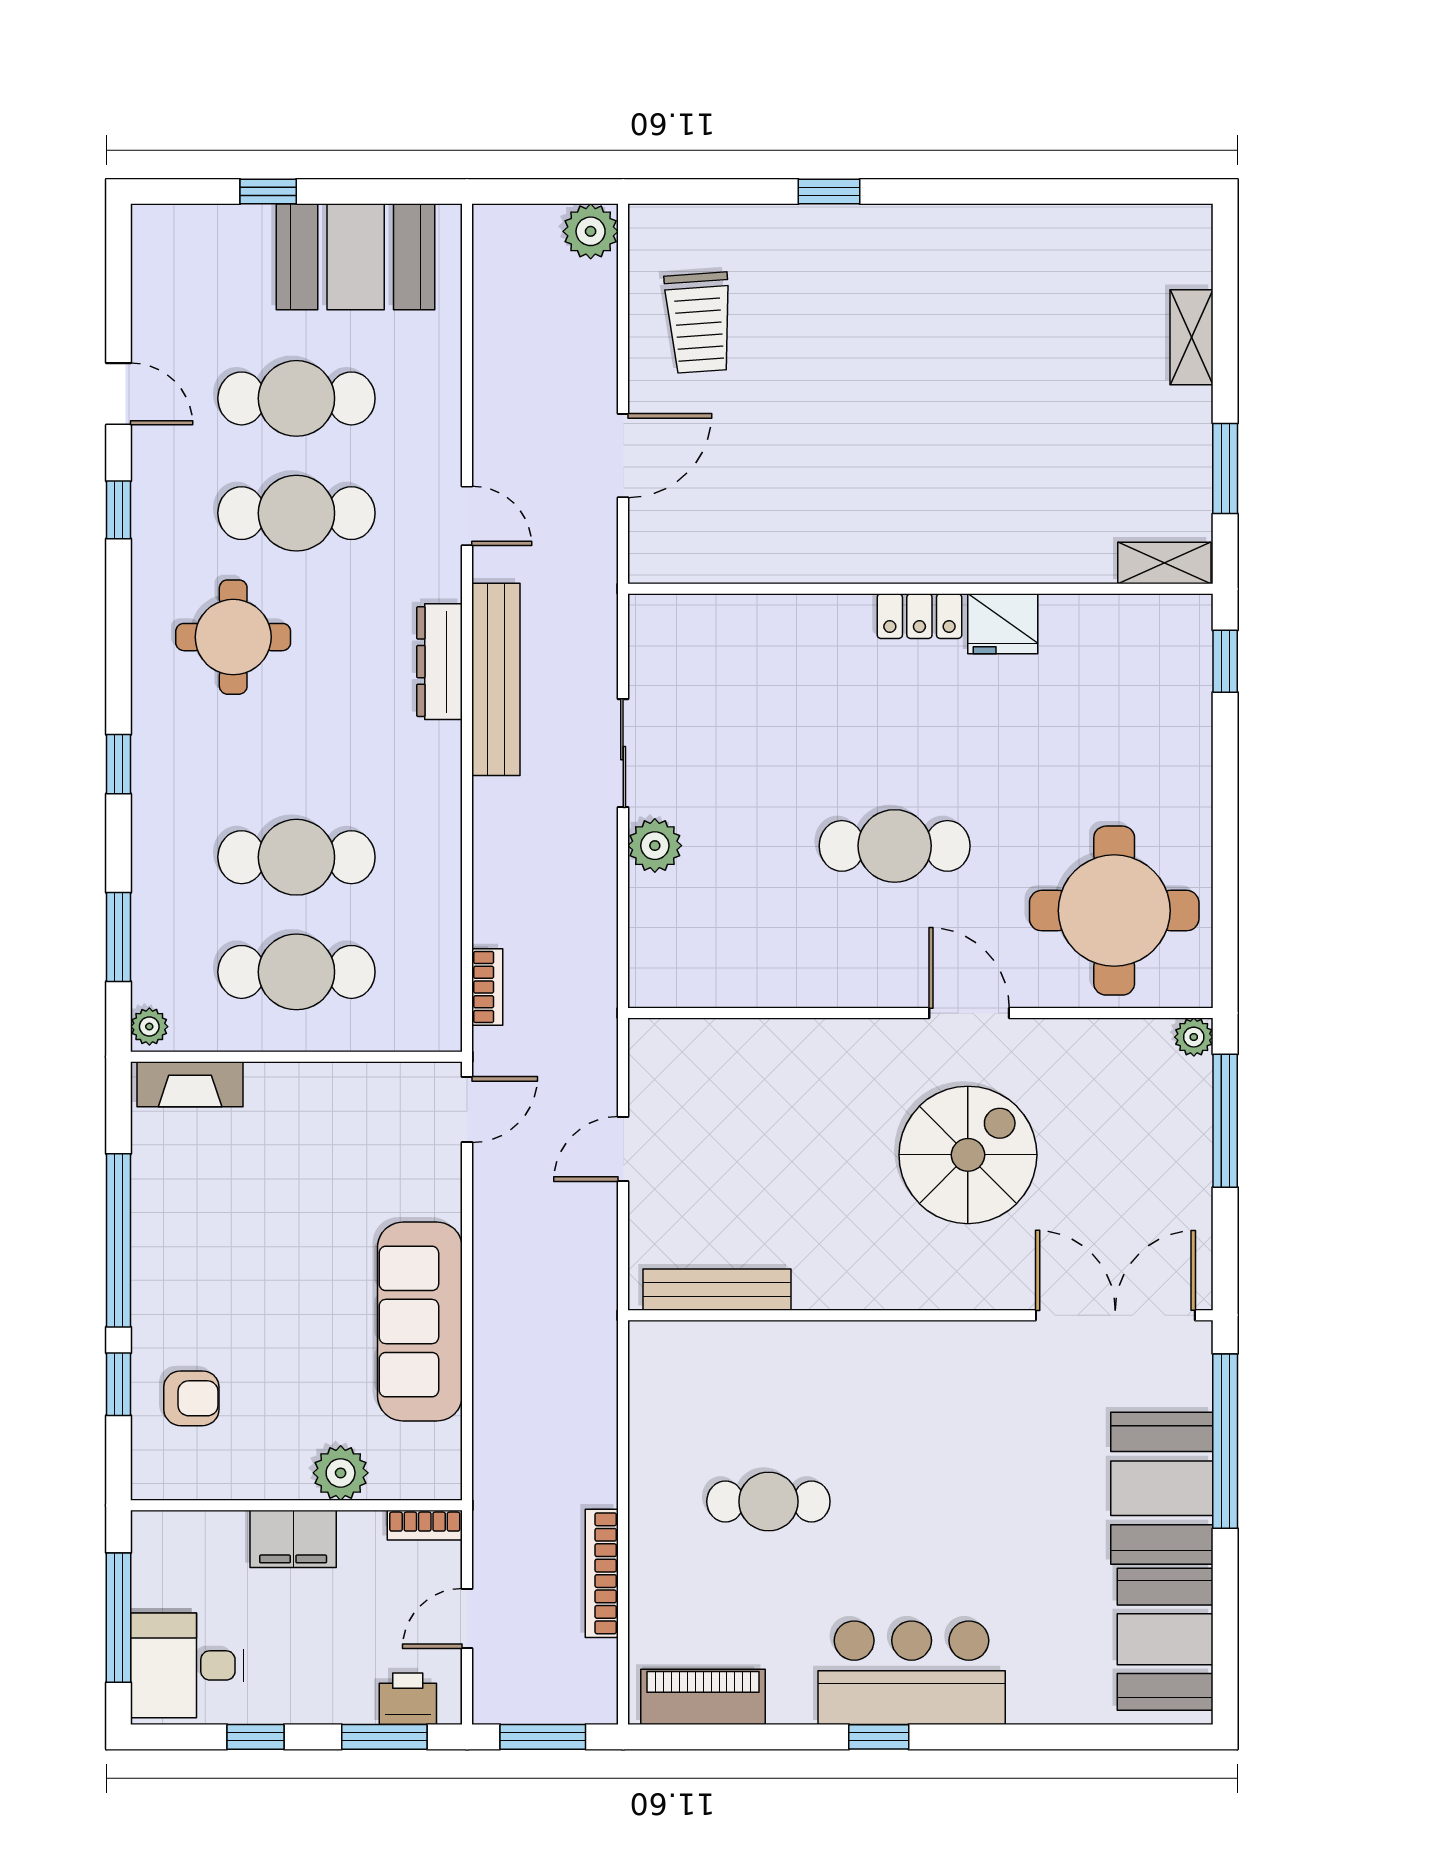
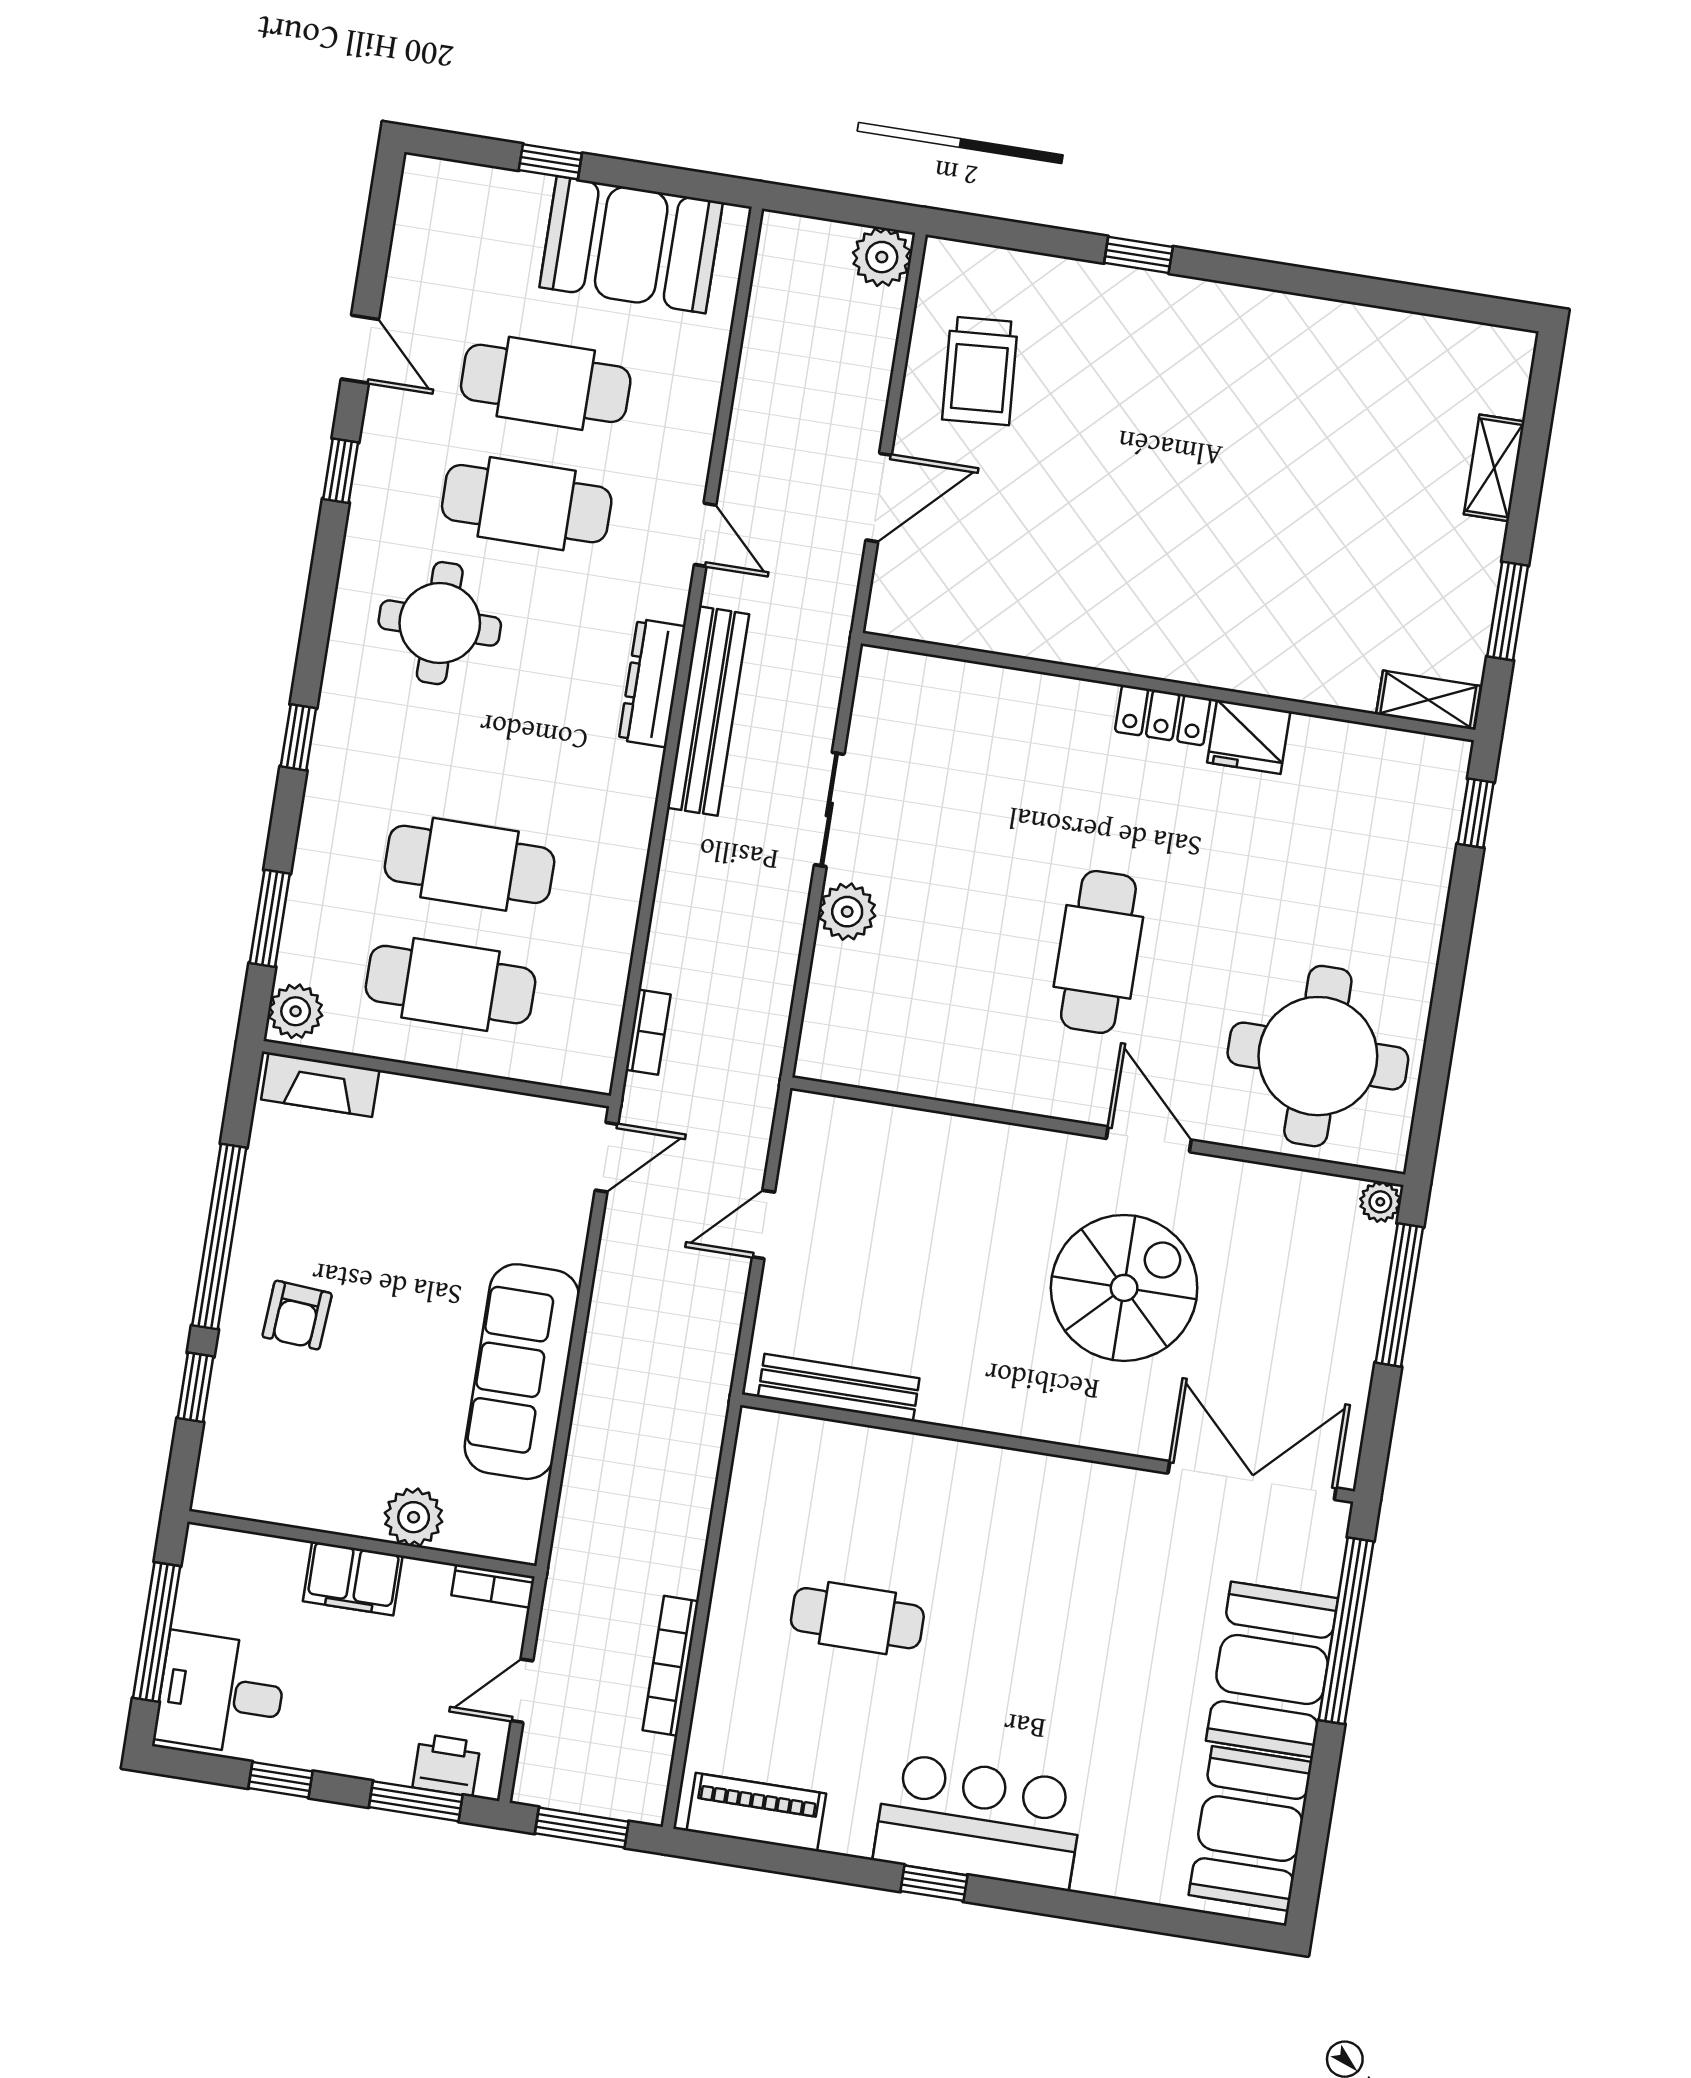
cafe table: (895, 846) -> (1098, 952), turned 90
plant: (149, 1027) -> (296, 1011), width x1.38, depth x1.38
armchair: (191, 1398) -> (297, 1315), moved, turned 94

